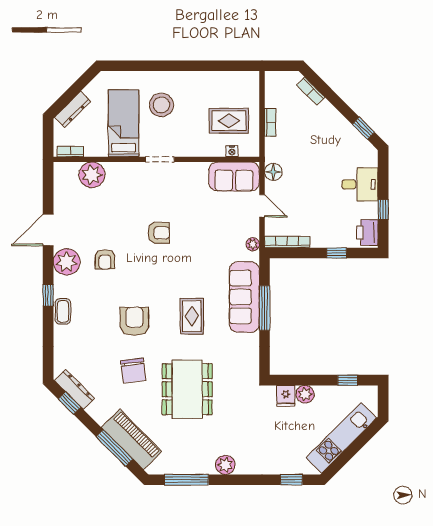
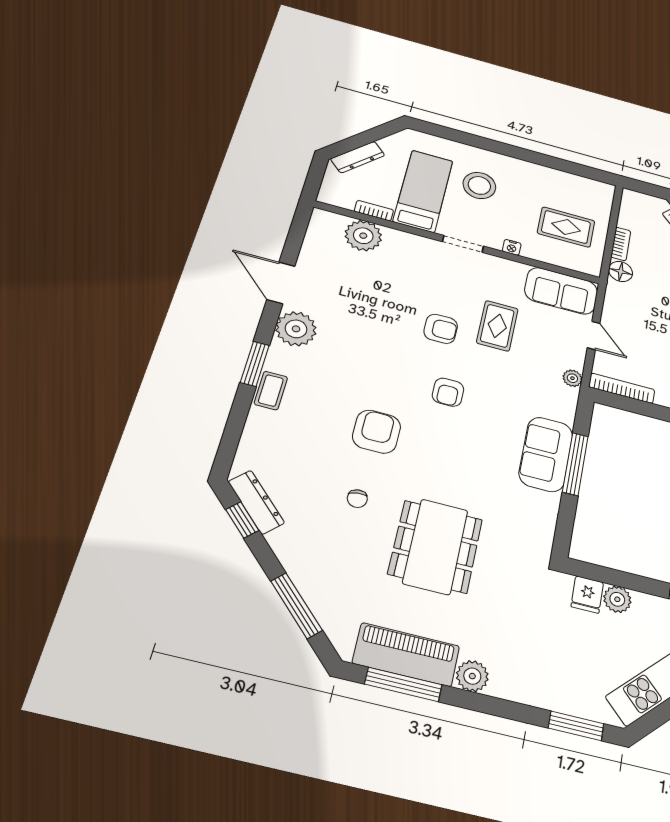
nightstand: (232, 151) -> (512, 247), moved
bookcase: (71, 152) -> (374, 211), moved
floor lamp: (273, 172) -> (621, 271), moved
door: (48, 230) -> (281, 283), hinge flipped
armchair: (105, 259) -> (448, 392), moved
window: (48, 295) -> (255, 364), width x1.50
sofa: (244, 297) -> (546, 454), width x0.73
rug: (192, 316) -> (497, 326), moved
chair: (133, 371) -> (357, 499), width x0.54, depth x0.54
piano: (132, 439) -> (406, 655), moved, turned -45
window: (291, 480) -> (576, 726), width x1.50

